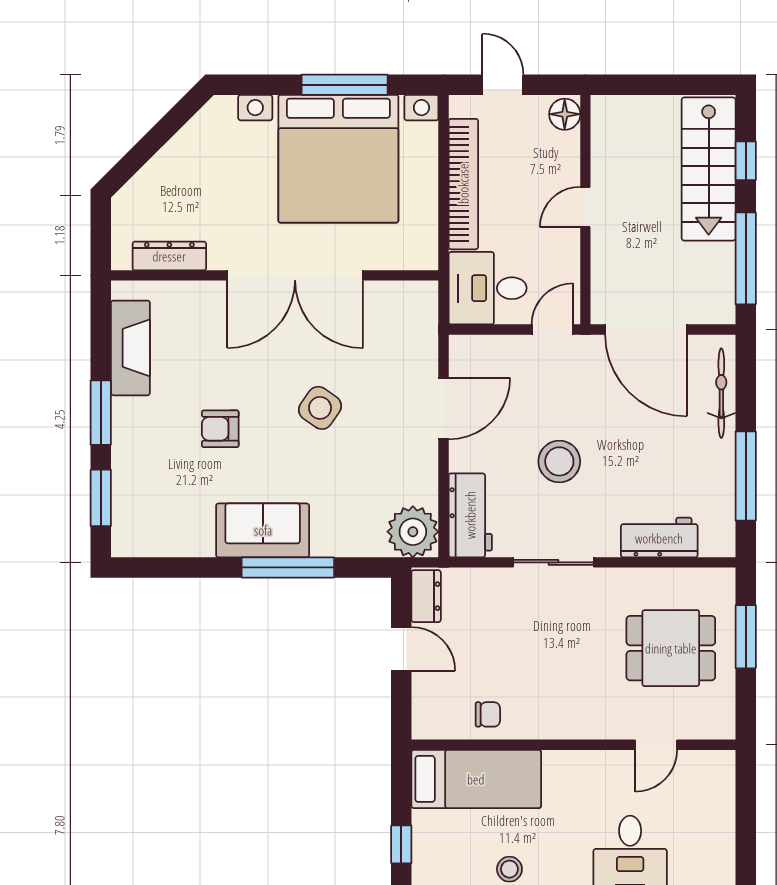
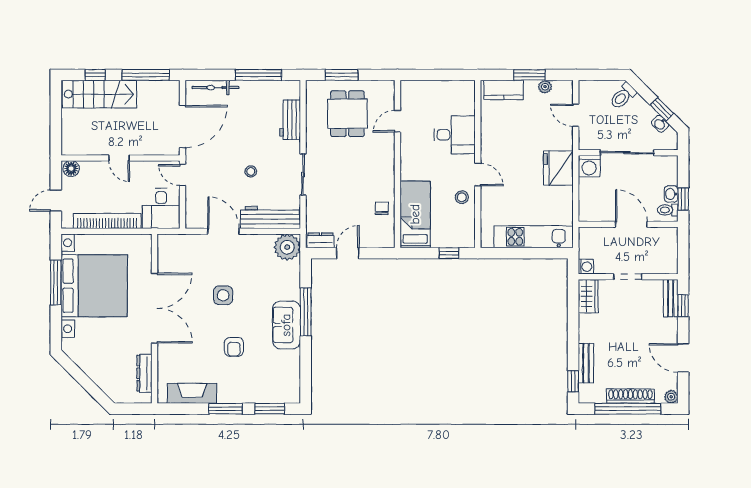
side table: (320, 408) -> (223, 295), turned -35
stool: (559, 461) -> (251, 171), width x0.53, depth x0.53
workbench: (470, 515) -> (271, 217), width x1.38
door: (656, 745) -> (397, 121), swing flipped

